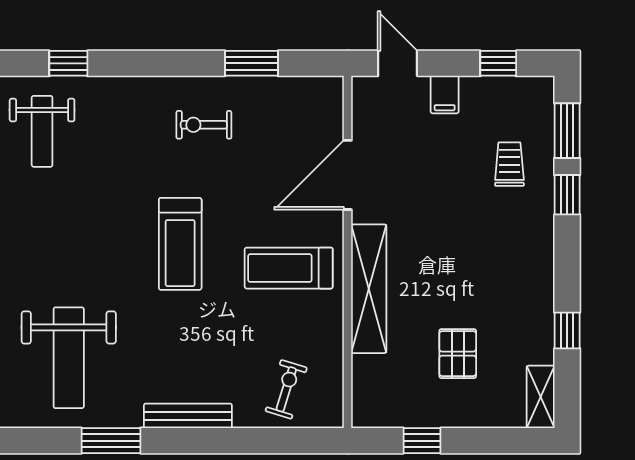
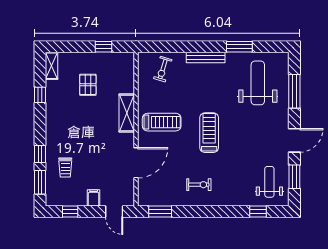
window: (251, 63) -> (160, 212), moved
shelving: (369, 289) -> (127, 113), width x0.68

